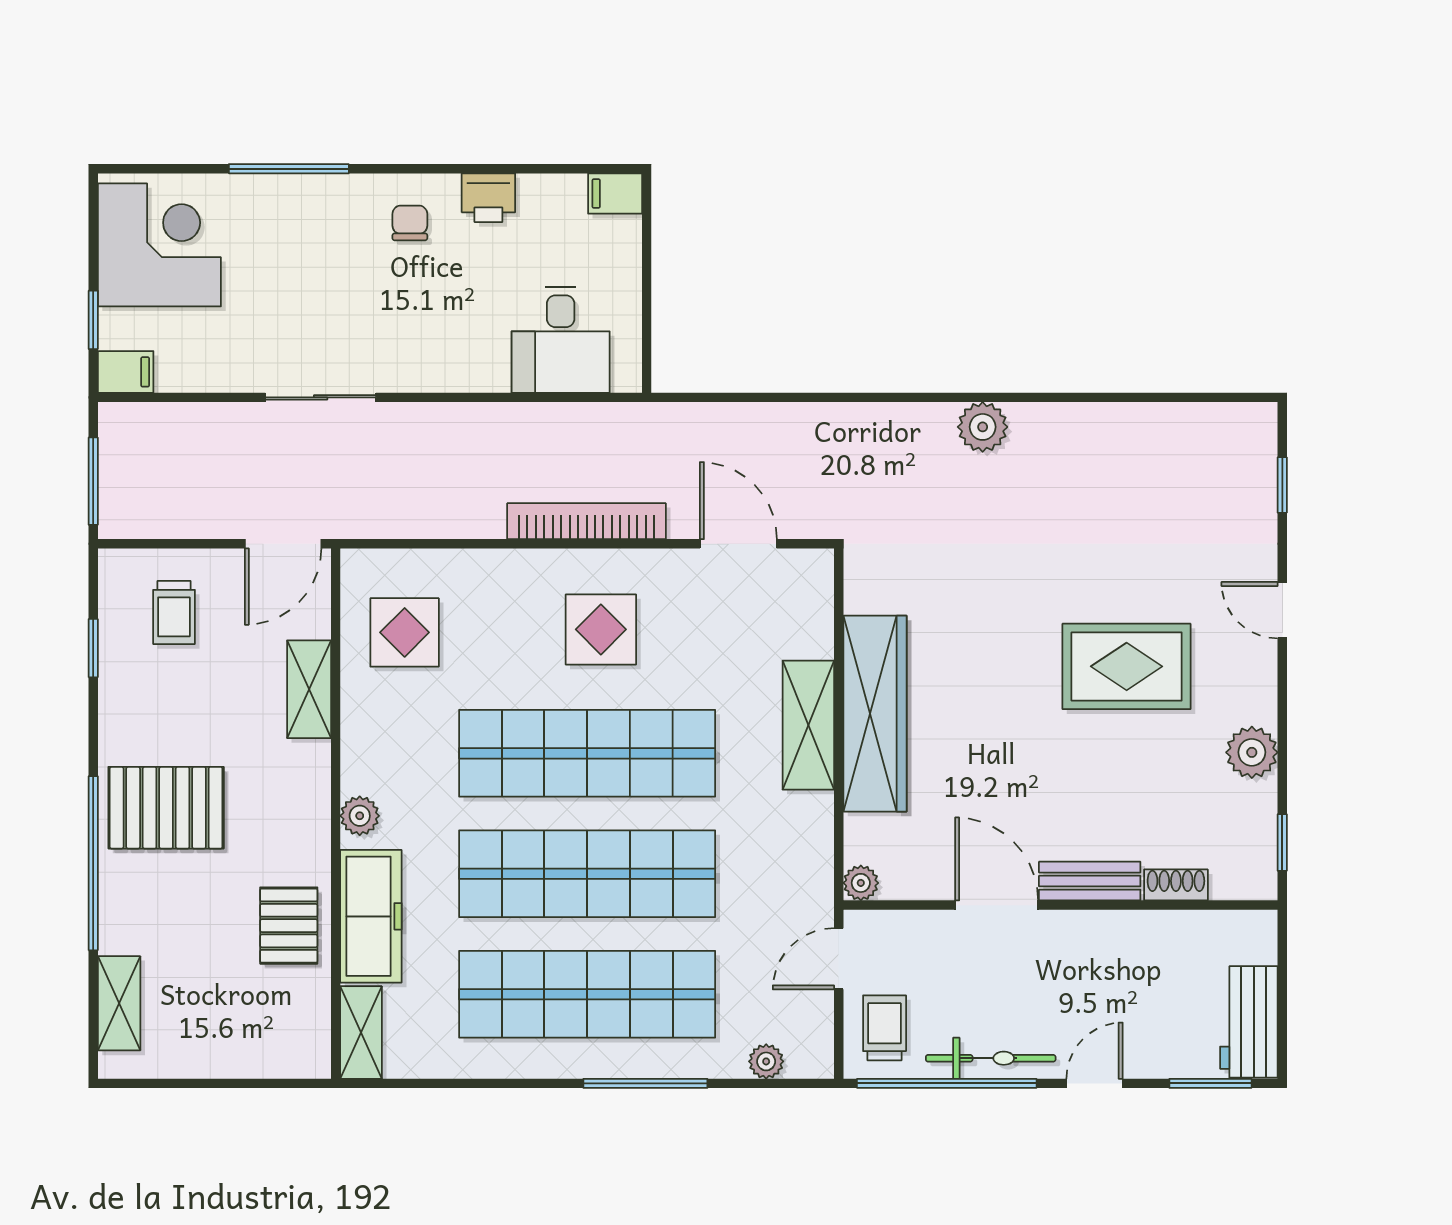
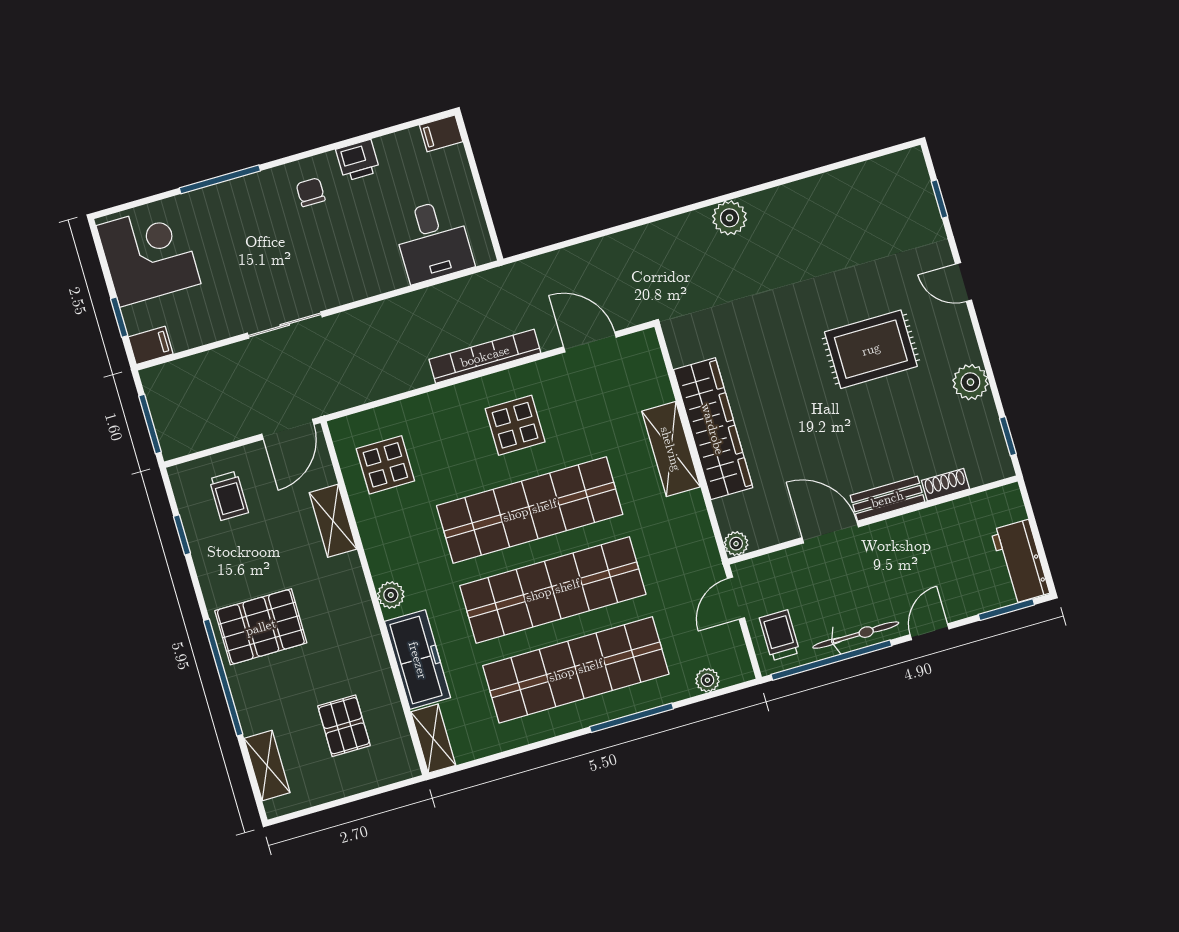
pallet: (289, 926) -> (344, 726), moved

